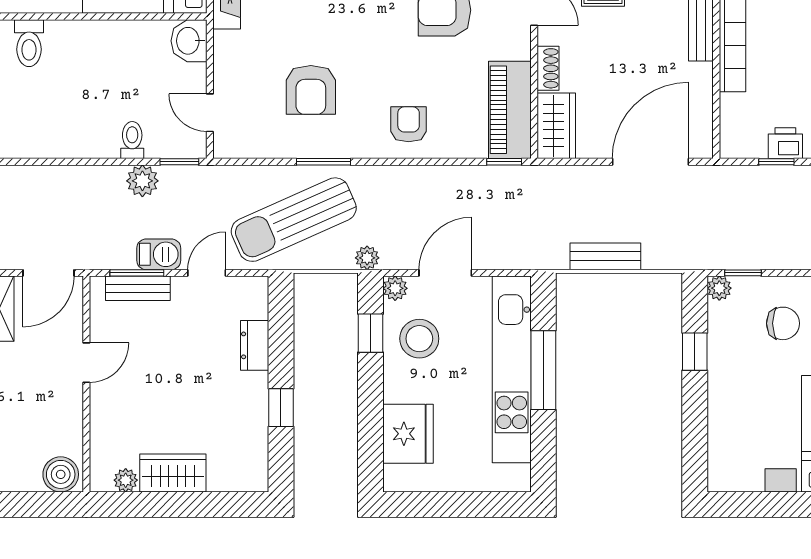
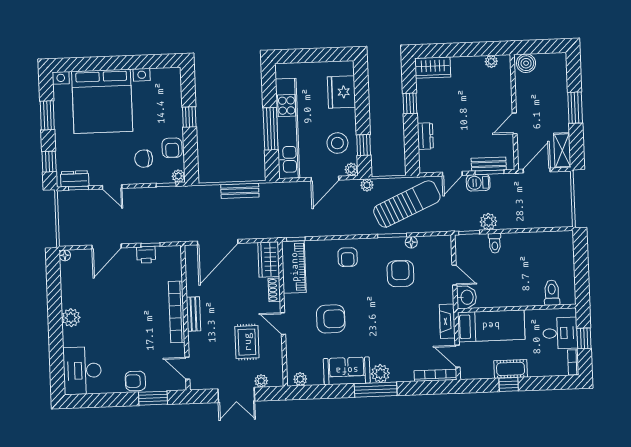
door: (210, 113) -> (454, 275), moved
floor lamp: (288, 148) -> (411, 242), added
armchair: (729, 341) -> (172, 148), added
window: (695, 352) -> (189, 117), moved
wardrobe: (173, 473) -> (433, 68), moved

